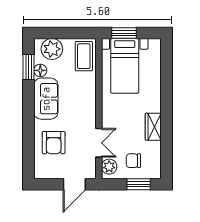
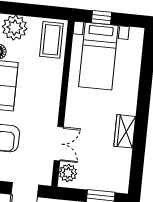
window: (124, 33) -> (102, 17), width x0.67
chair: (133, 161) -> (97, 169), removed

